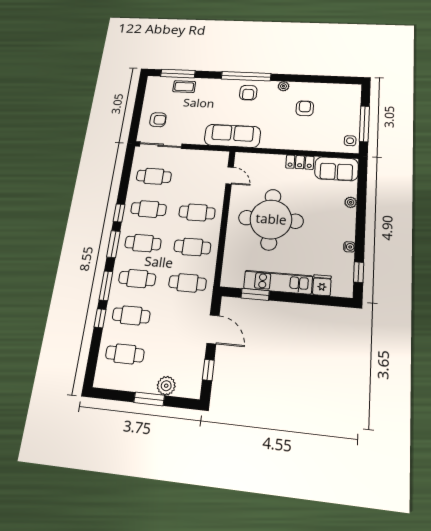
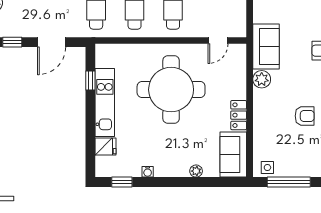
sofa: (232, 136) -> (266, 47), width x0.73
plant: (269, 141) -> (262, 79), added
window: (255, 294) -> (90, 81), width x0.67

